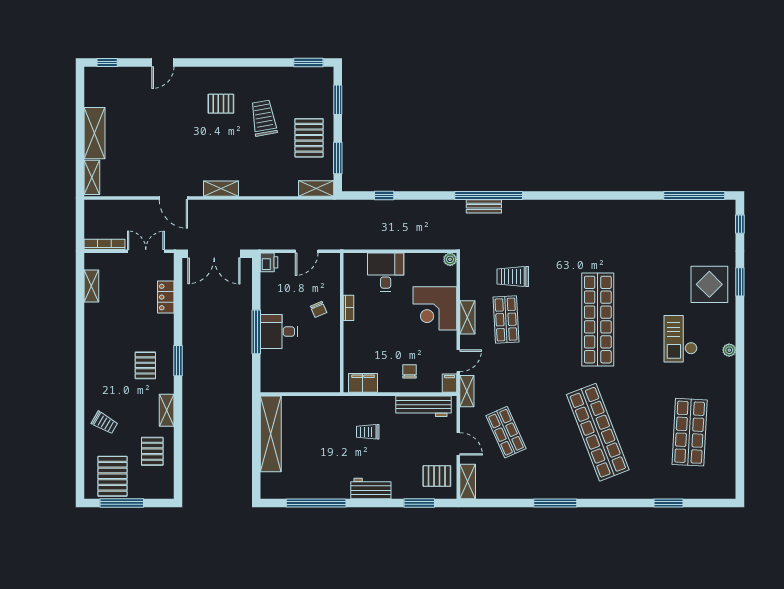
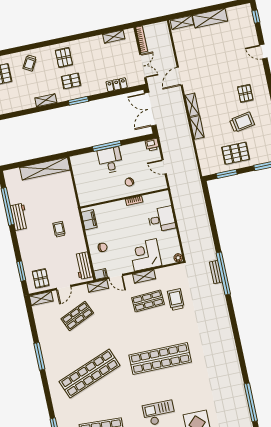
shelving: (316, 188) -> (197, 127), moved
window: (384, 196) -> (209, 208), removed
workbench: (424, 406) -> (84, 266), width x0.73
pallet: (152, 451) -> (64, 58), moved, turned 90
workbench: (371, 489) -> (19, 217), moved

